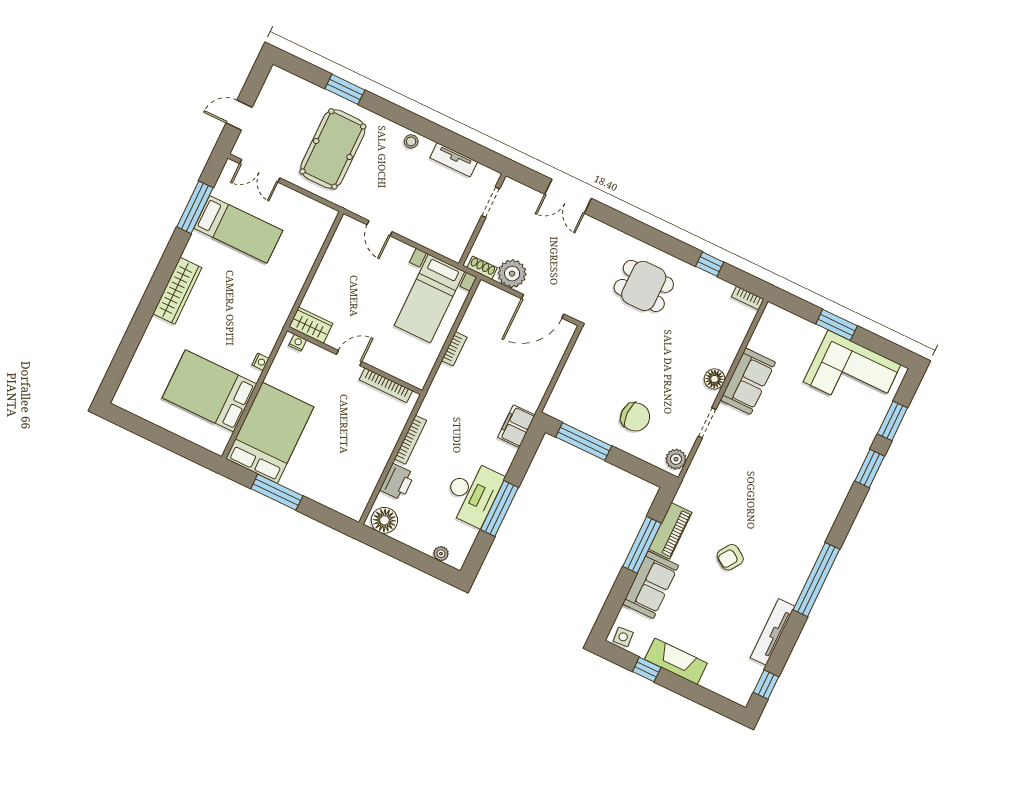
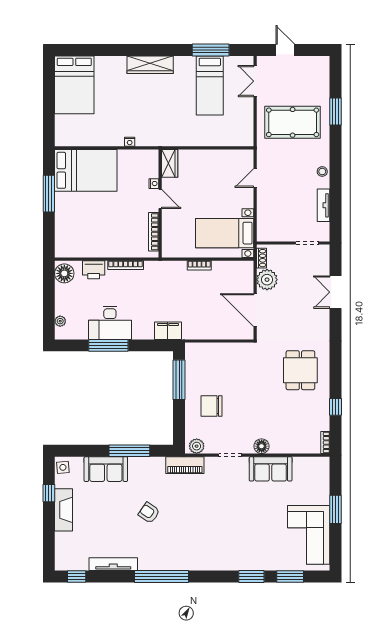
nightstand: (298, 343) -> (154, 184), moved
bed: (210, 391) -> (74, 85), moved, turned 180
chair: (635, 417) -> (212, 406), turned 90
piano: (670, 531) -> (185, 465), moved

